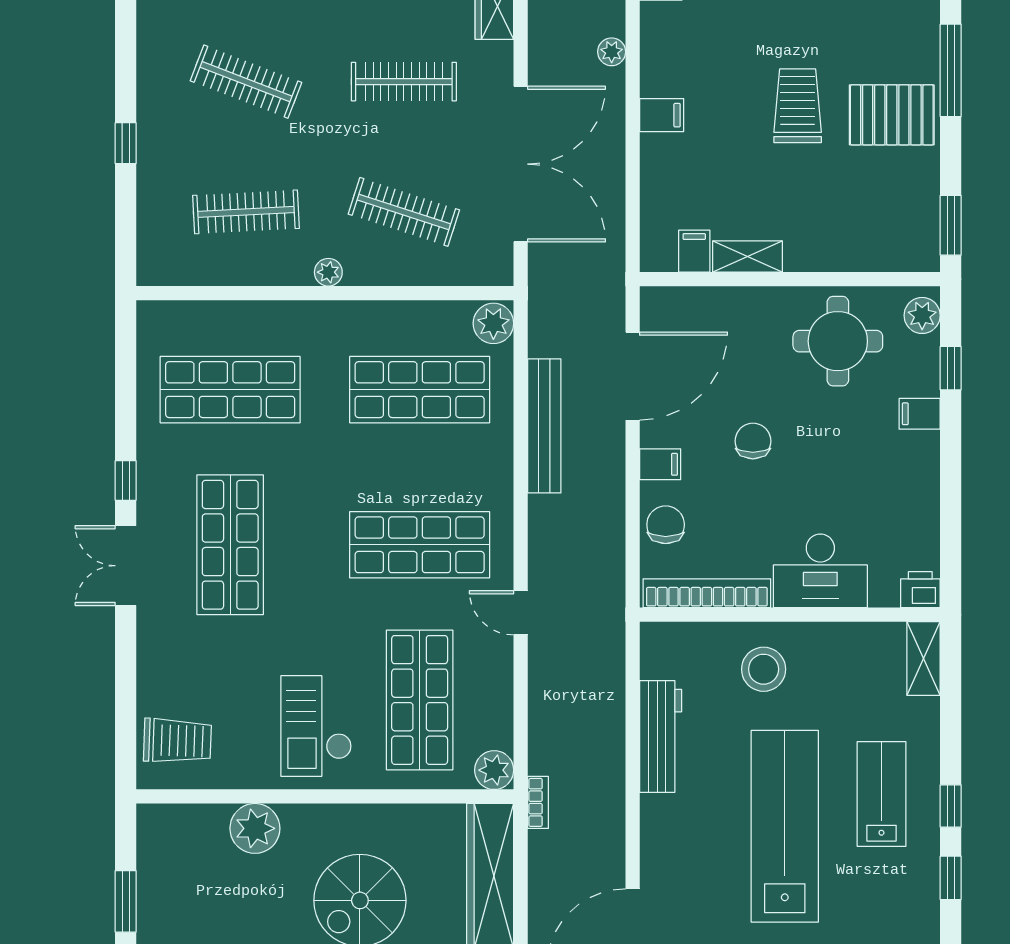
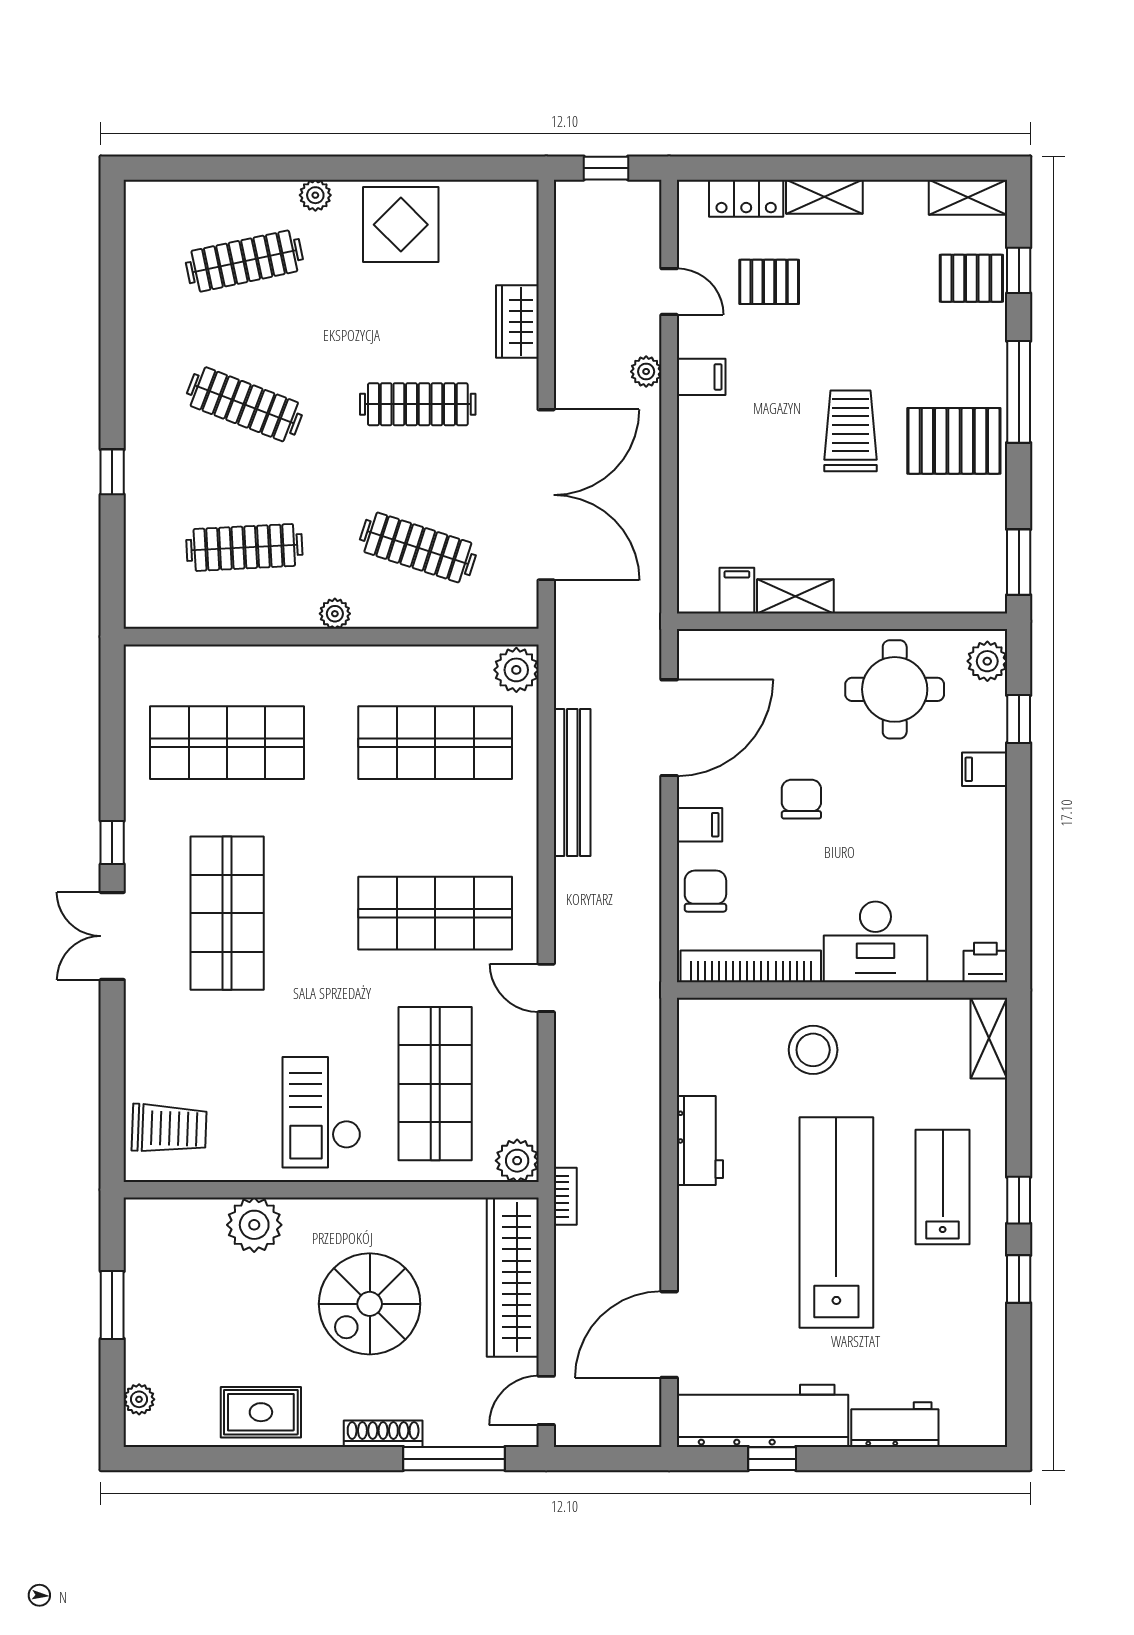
filing cabinet: (662, 115) -> (701, 377), moved
workbench: (661, 736) -> (700, 1141), width x0.73

